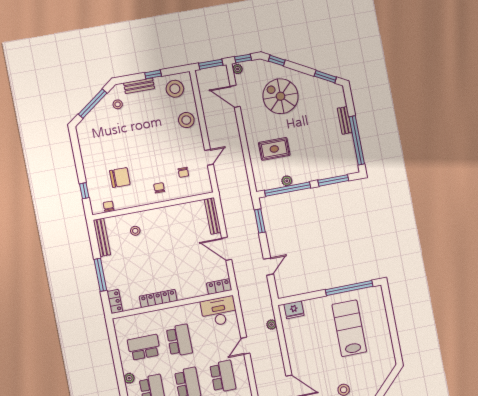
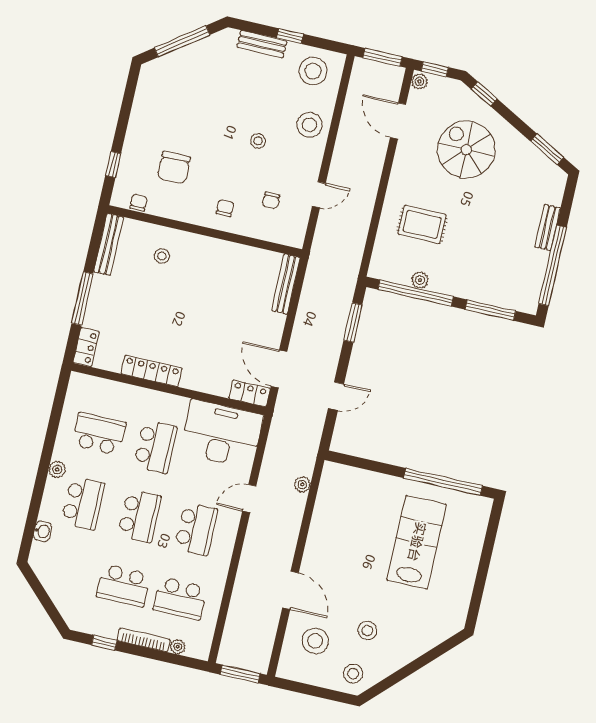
stool: (118, 104) -> (258, 141), moved
chair: (120, 178) -> (174, 168), turned 90
door: (227, 249) -> (279, 369), moved
fridge: (294, 310) -> (346, 478), removed
desk: (219, 311) -> (222, 434), width x1.36, depth x1.30

